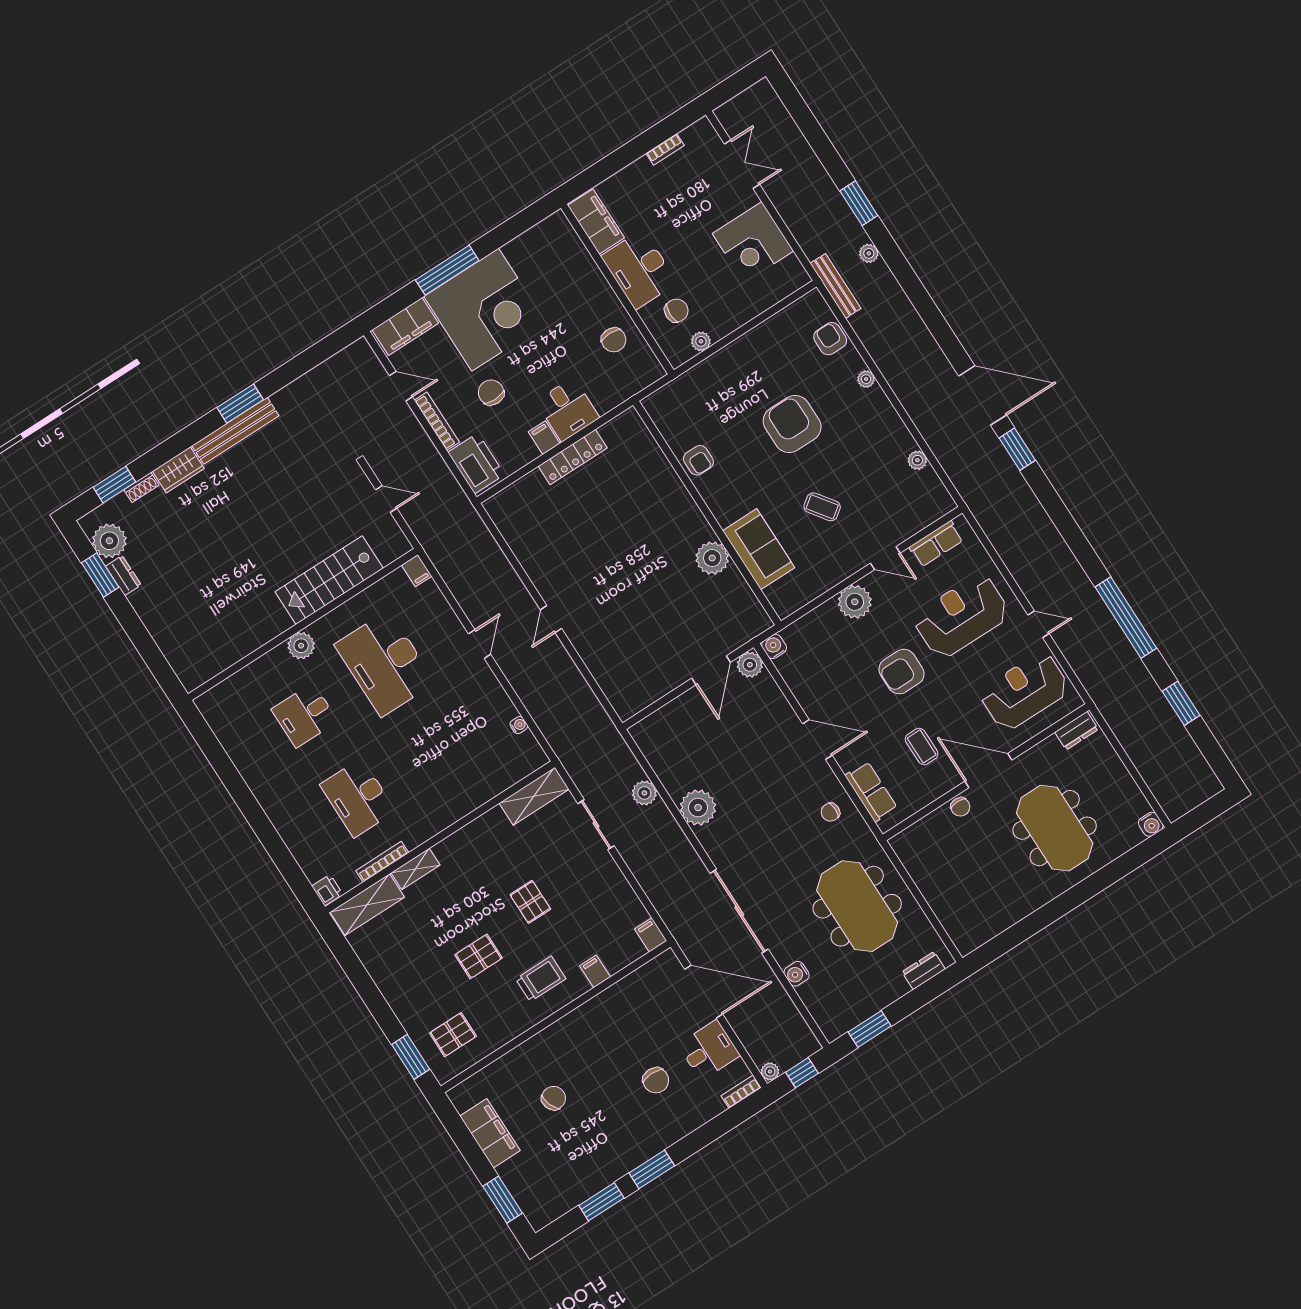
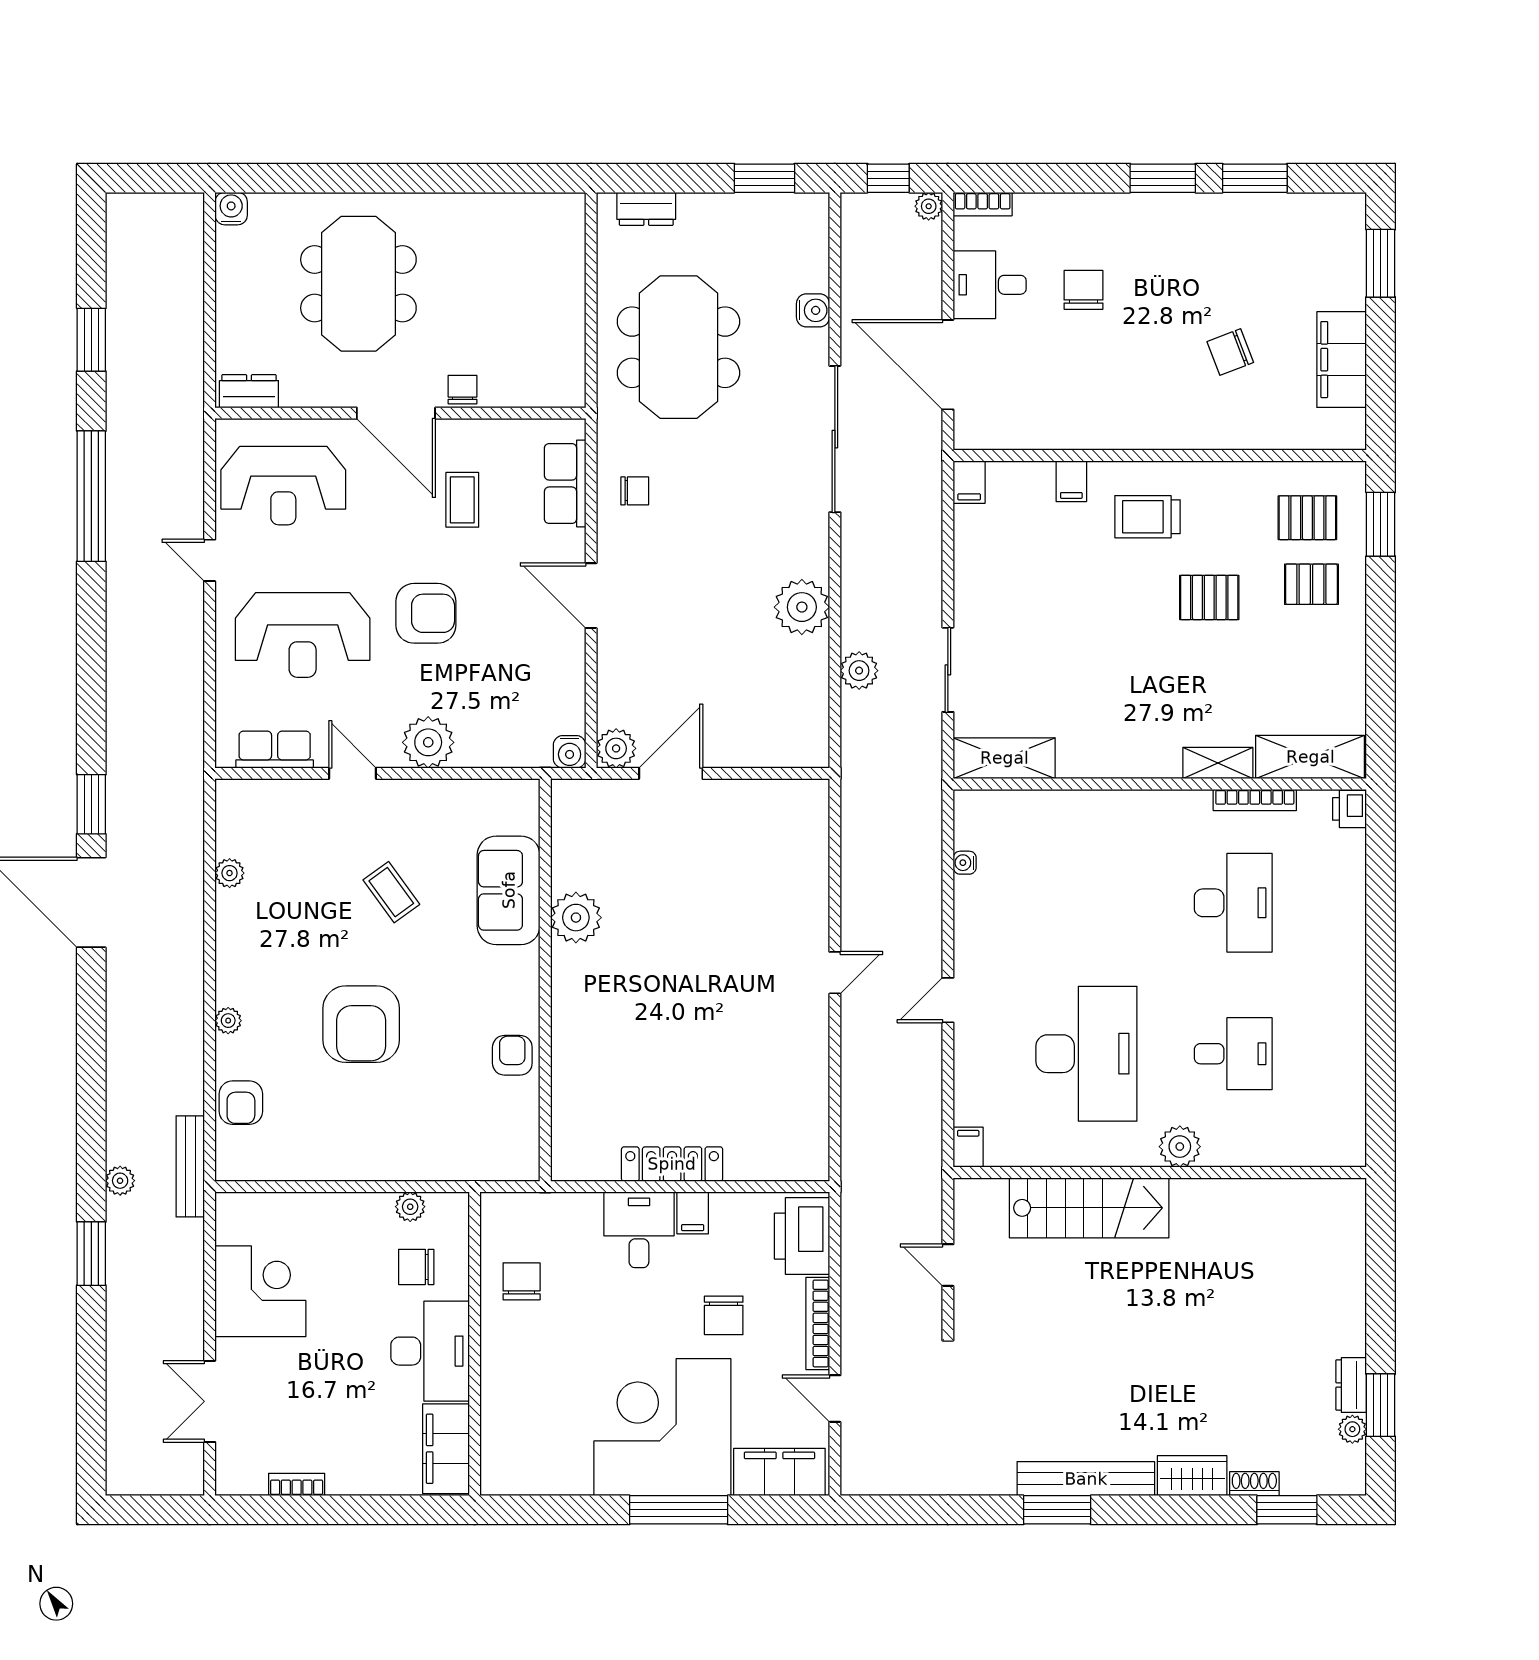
plant: (109, 541) -> (1352, 1429), width x0.53, depth x0.53
pallet: (530, 902) -> (1311, 584), moved, turned 90

